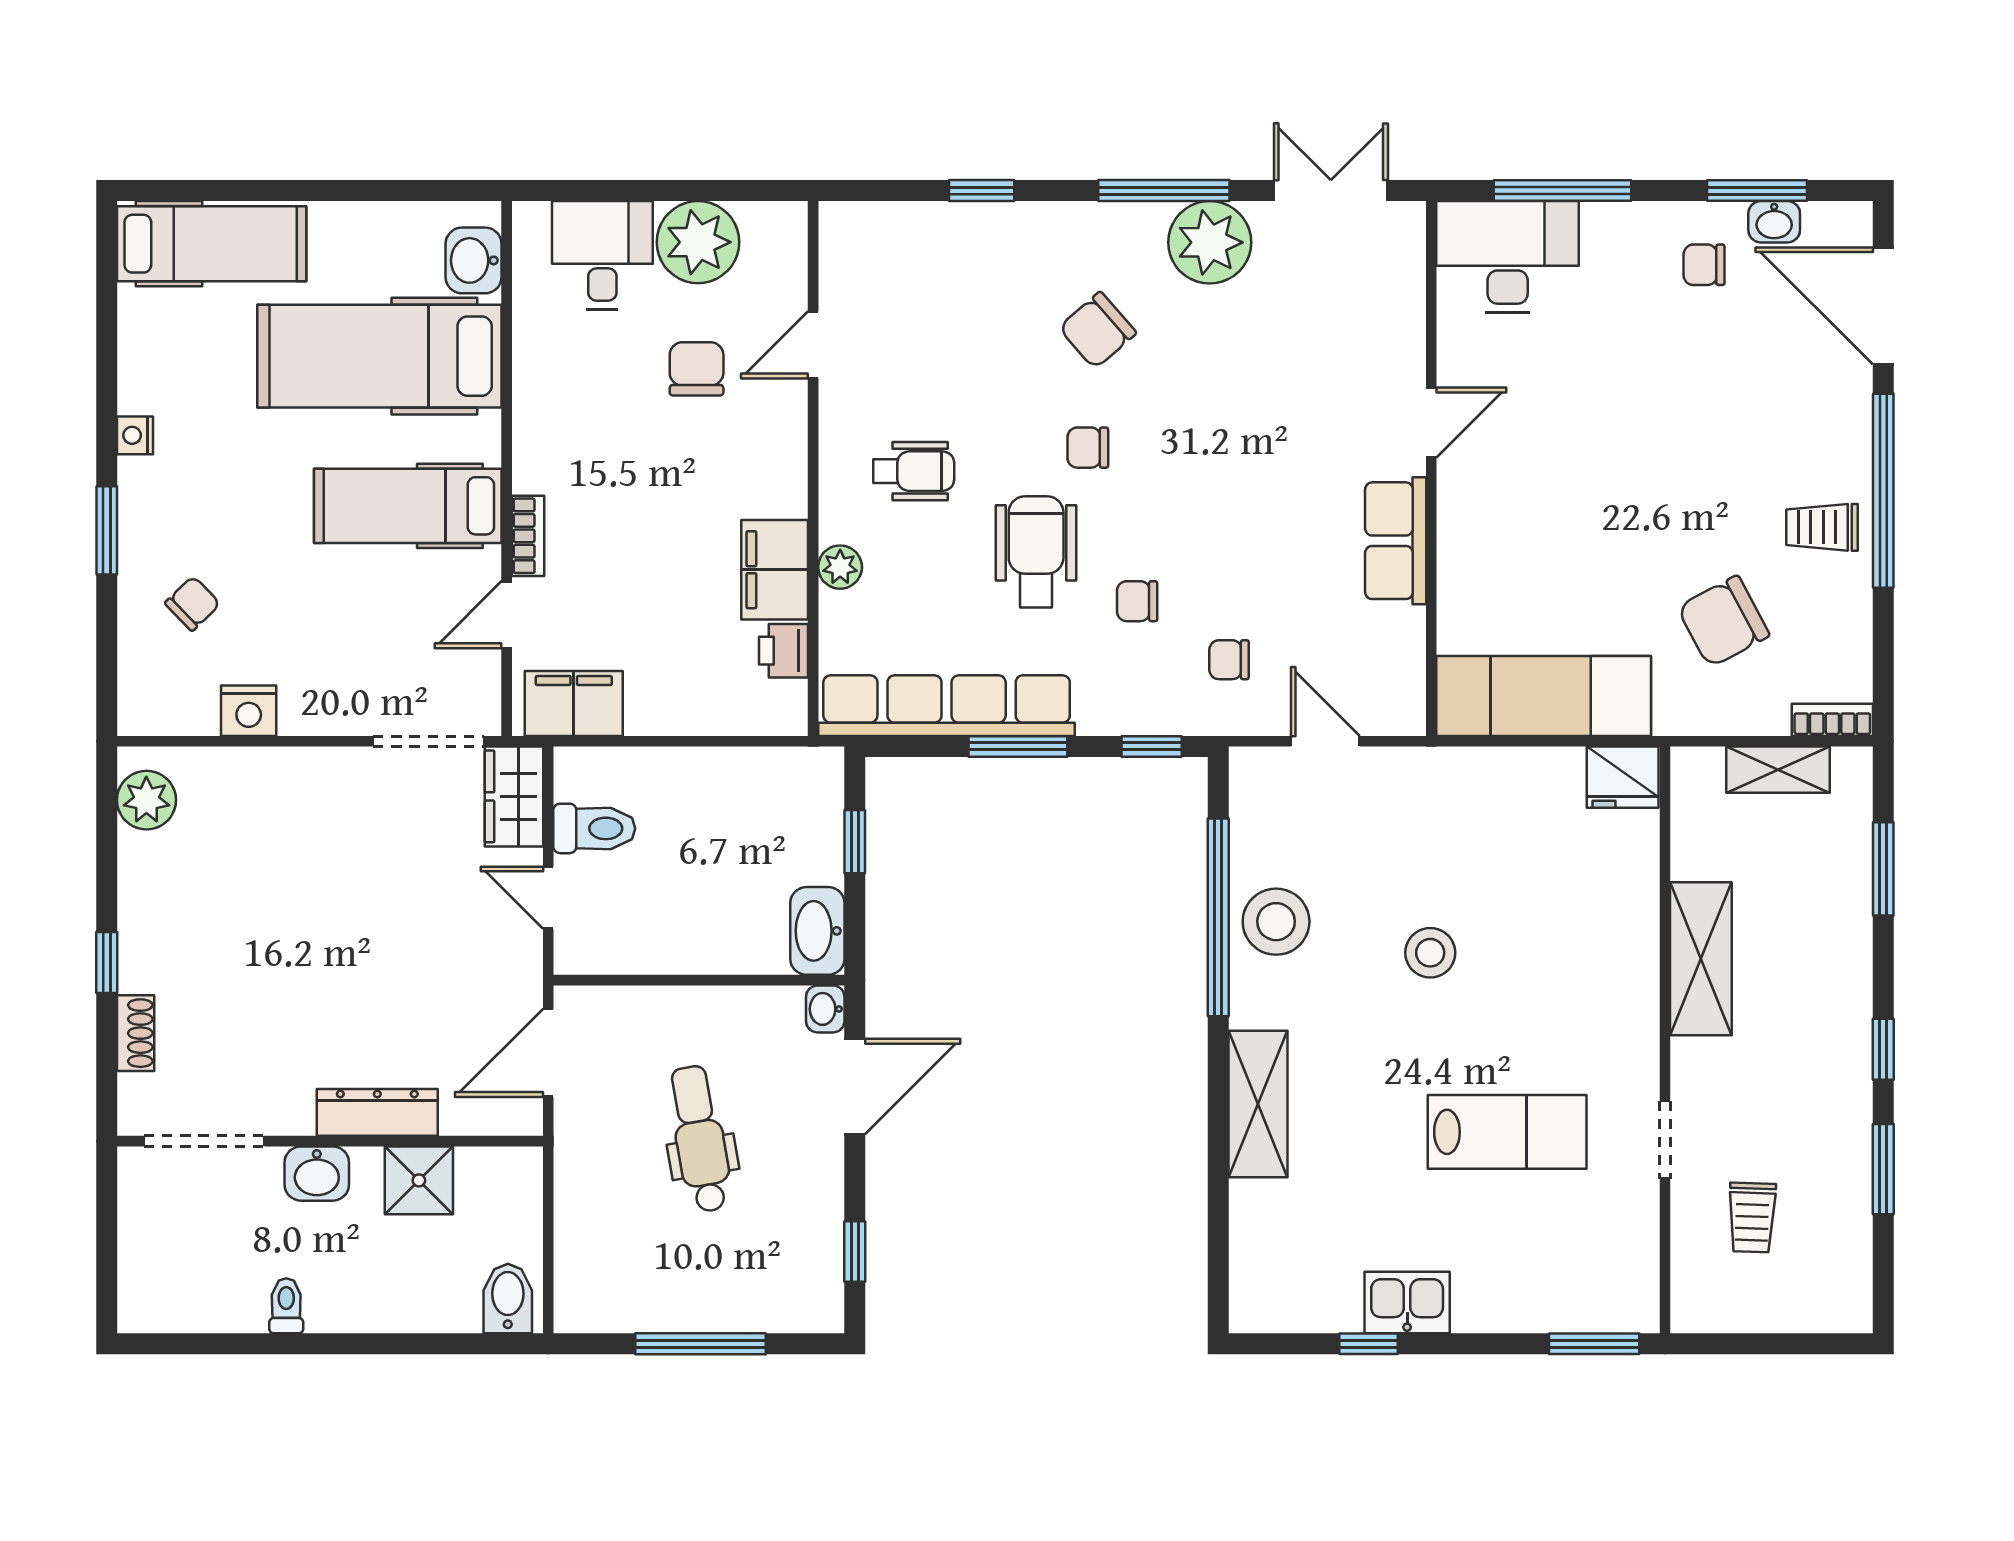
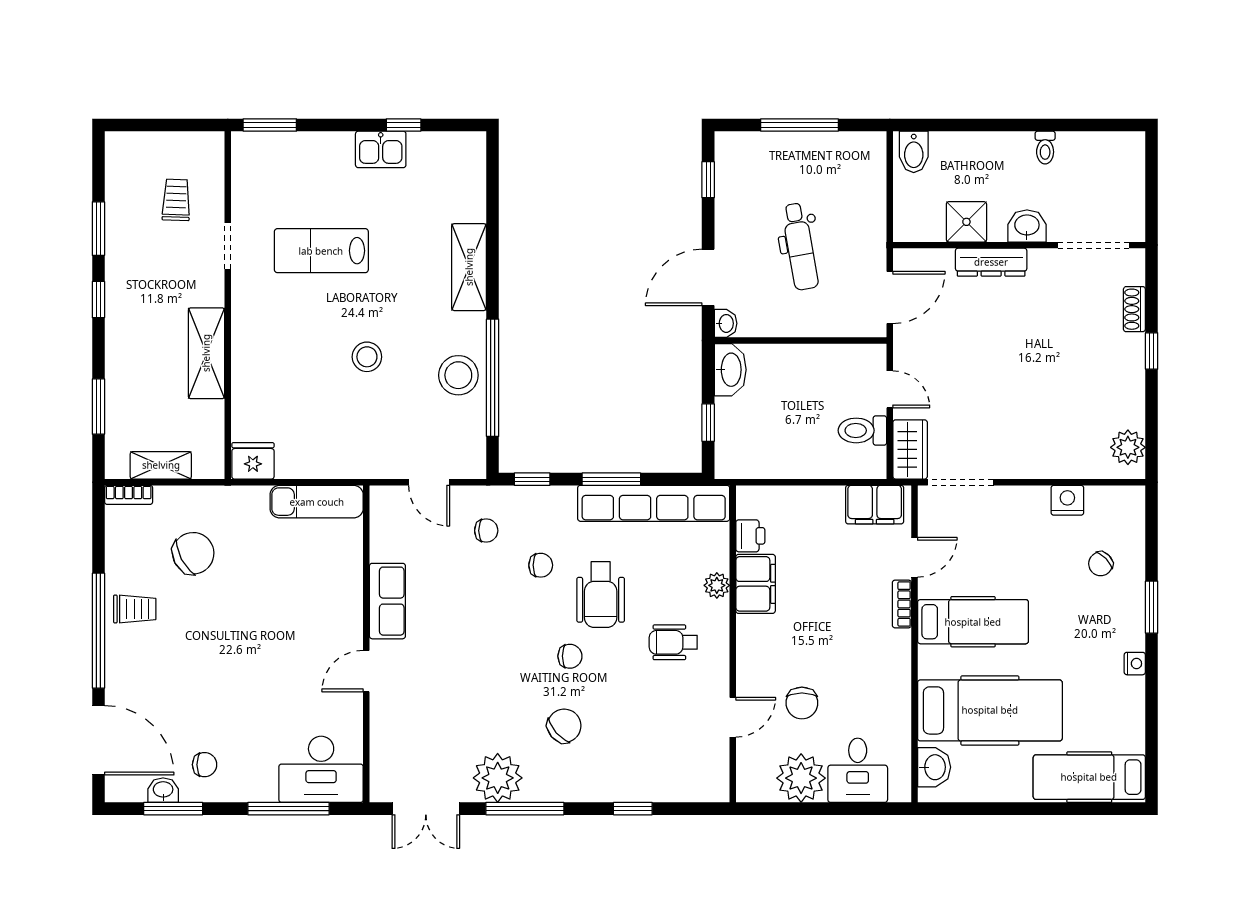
exam couch: (1544, 696) -> (317, 502), width x0.73, depth x0.69

